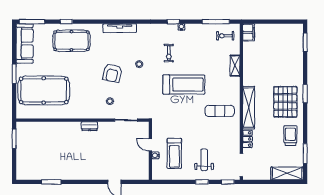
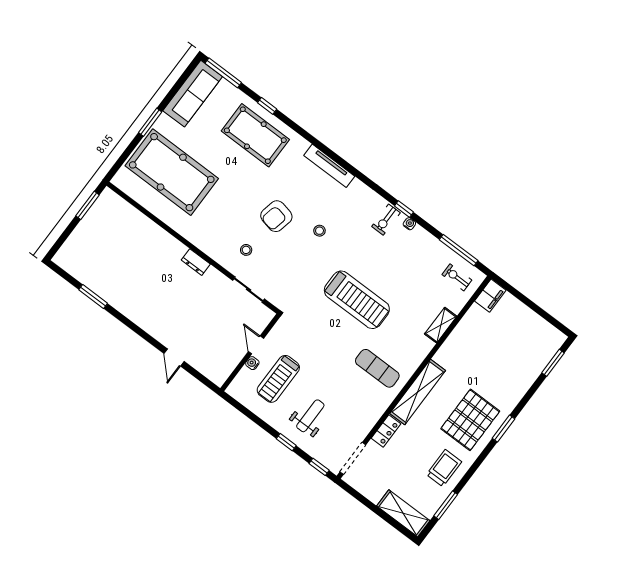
exercise bike: (169, 53) -> (386, 220), moved

